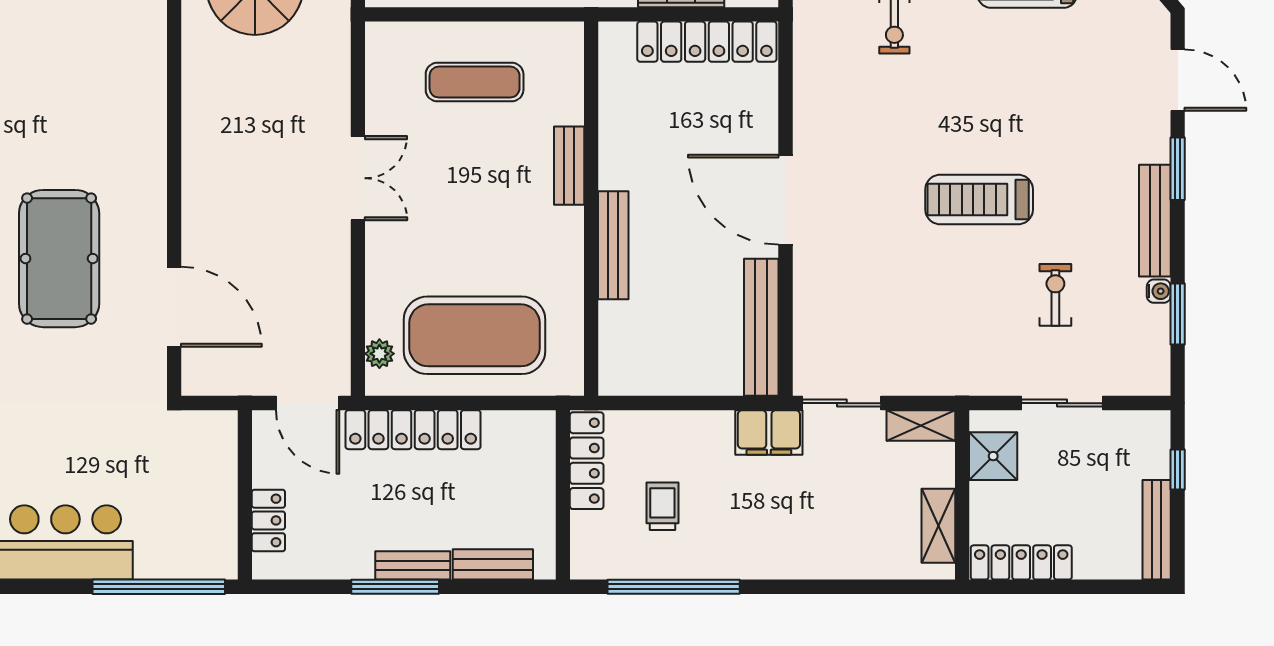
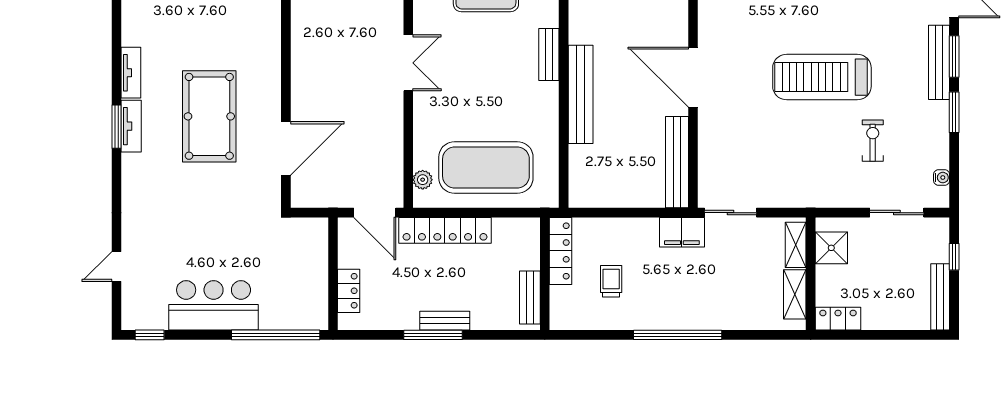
treadmill: (979, 200) -> (822, 77), width x1.37, depth x1.38
bench: (1155, 221) -> (939, 62), moved
bench: (613, 245) -> (581, 94), width x1.37, depth x1.21
water cooler: (1159, 291) -> (942, 178), moved
door: (174, 307) -> (286, 148), hinge flipped
window: (1178, 314) -> (954, 112), moved
sliding door: (1062, 403) -> (897, 213), moved
shelving: (921, 425) -> (796, 245), moved, turned 90
locker: (1021, 562) -> (838, 319), width x0.66
bench: (493, 564) -> (530, 297), moved, turned 90
window: (674, 587) -> (678, 335), moved

